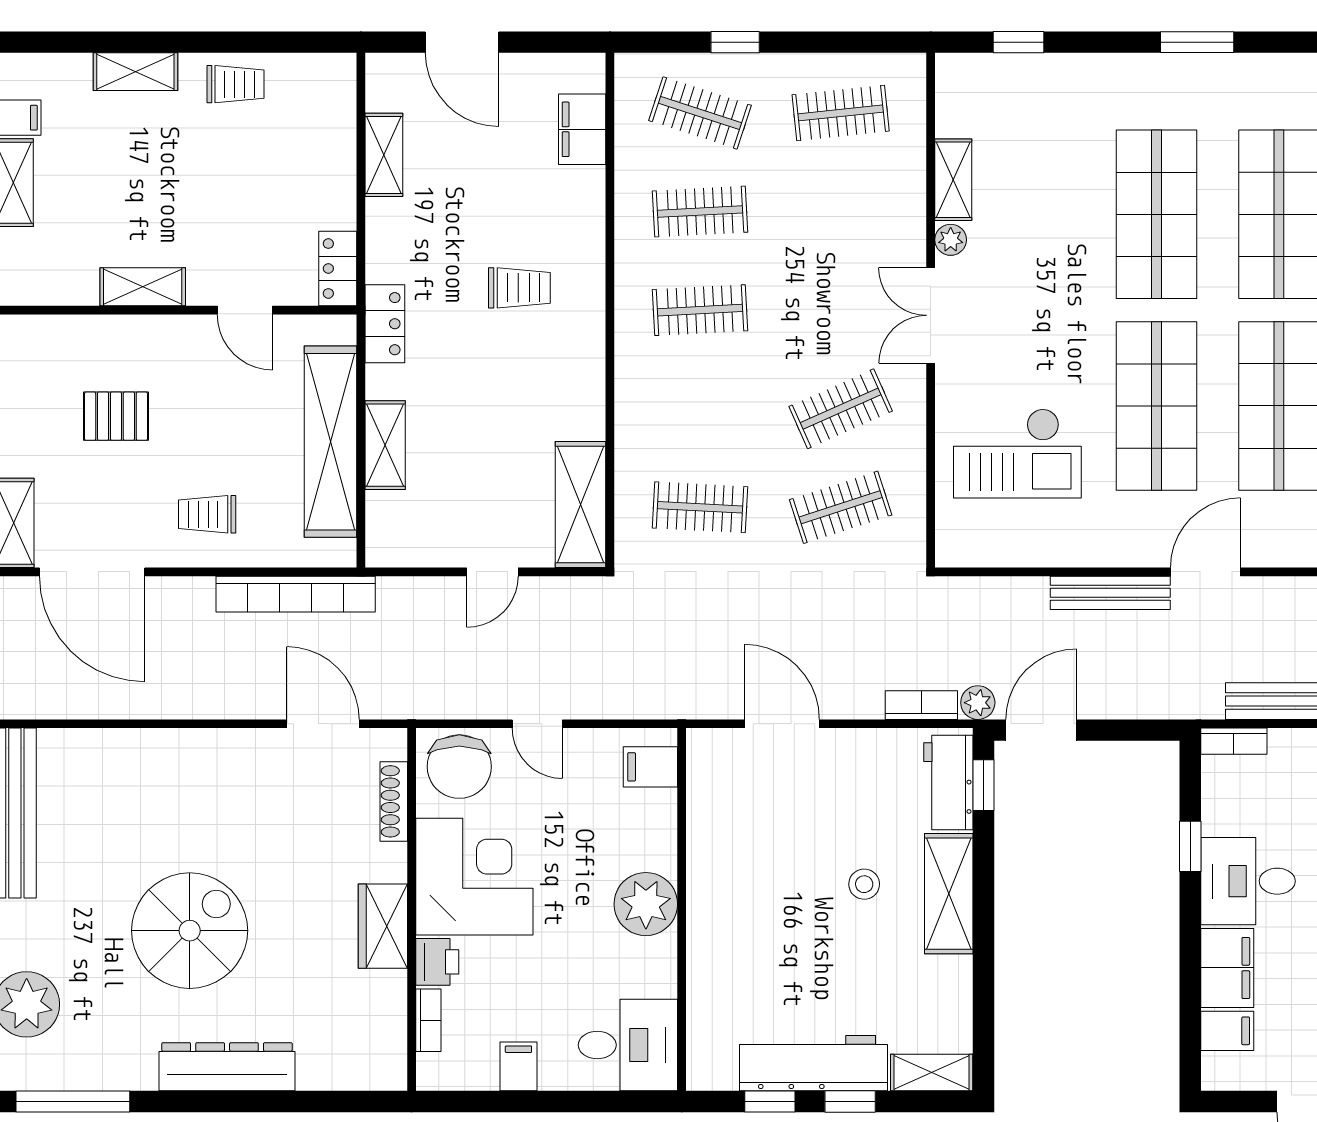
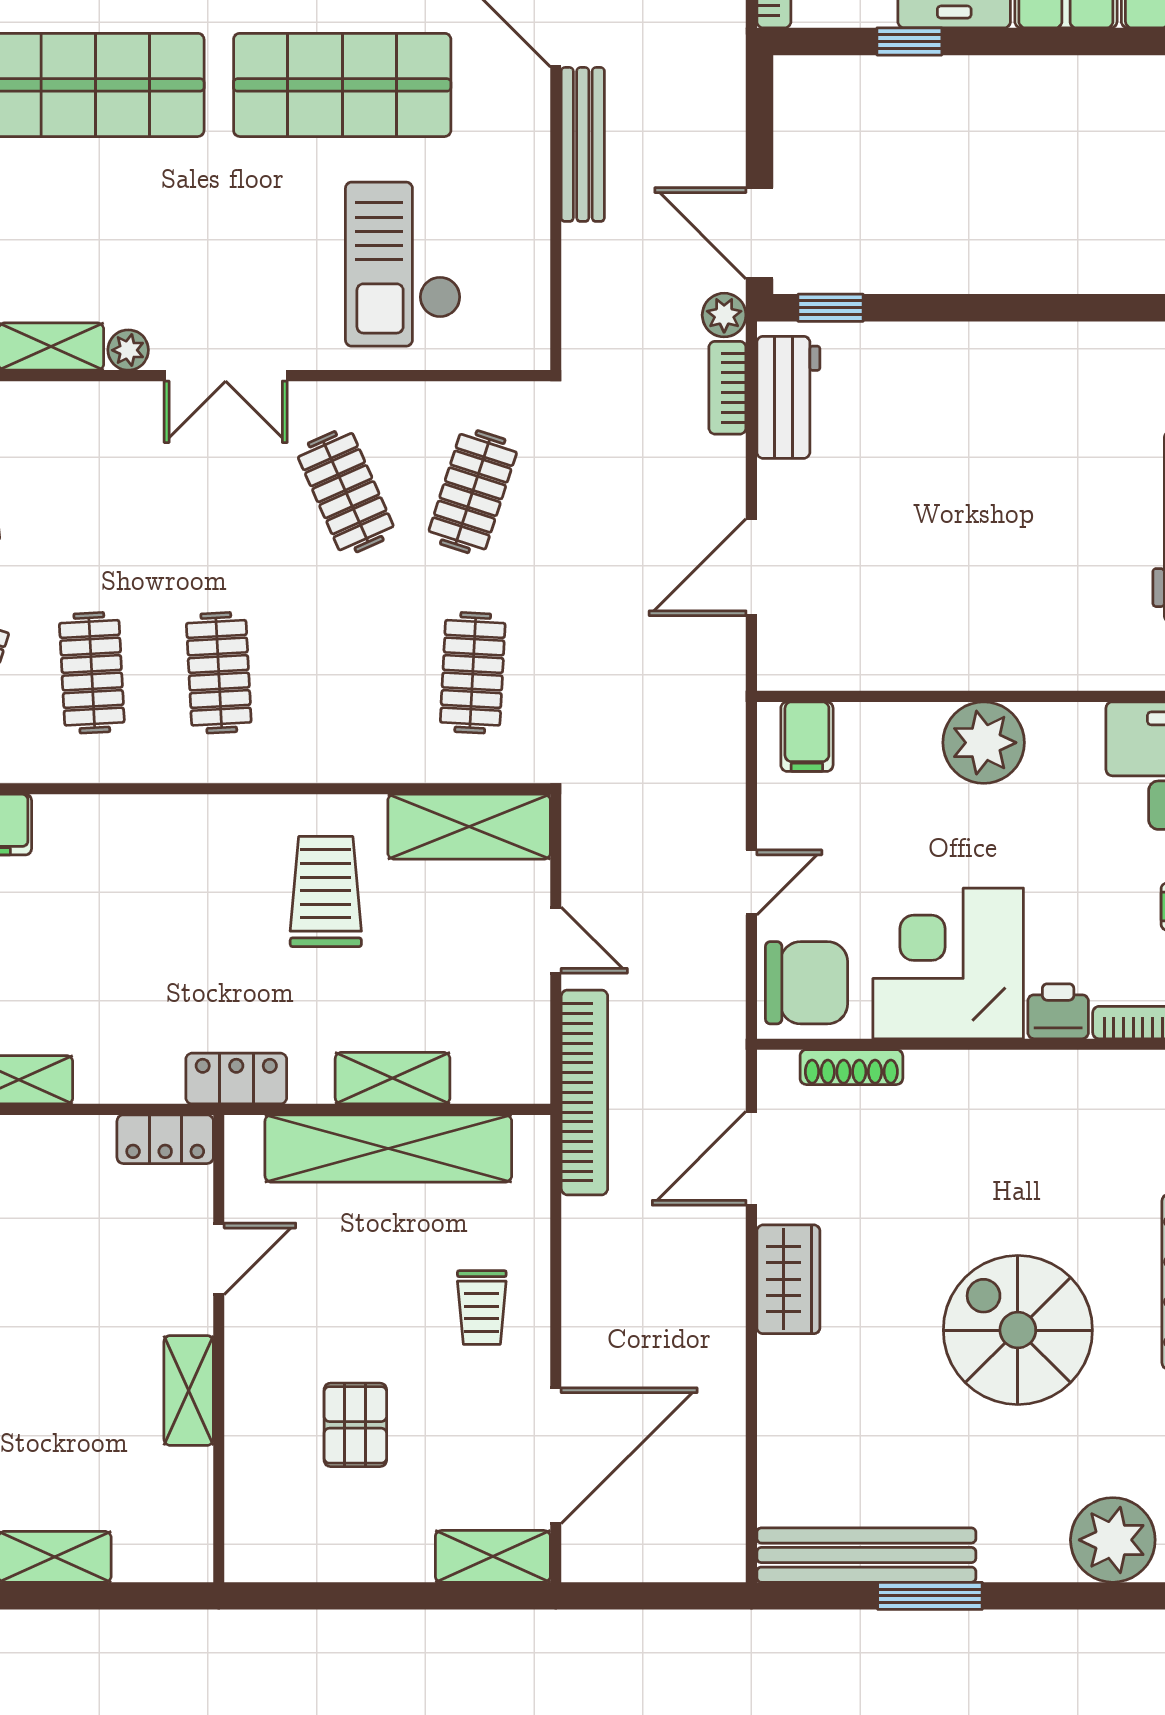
trolley: (519, 288) -> (326, 892), moved, width x1.36, depth x1.39
checkout: (1017, 453) -> (403, 264), turned 180
clothes rail: (841, 507) -> (473, 492), turned 36
bookcase: (296, 594) -> (584, 1092), moved
workbench: (948, 783) -> (788, 397), moved, turned -90
stool: (864, 884) -> (958, 461), removed
shelving: (949, 894) -> (970, 352), removed
wardrobe: (383, 926) -> (788, 1279), moved, turned -90

